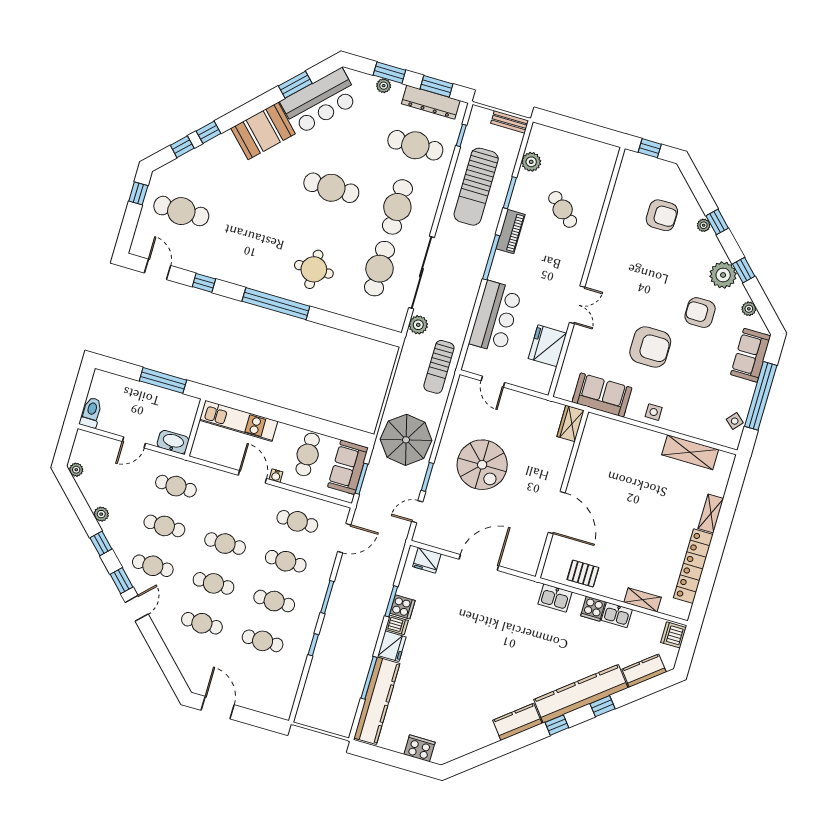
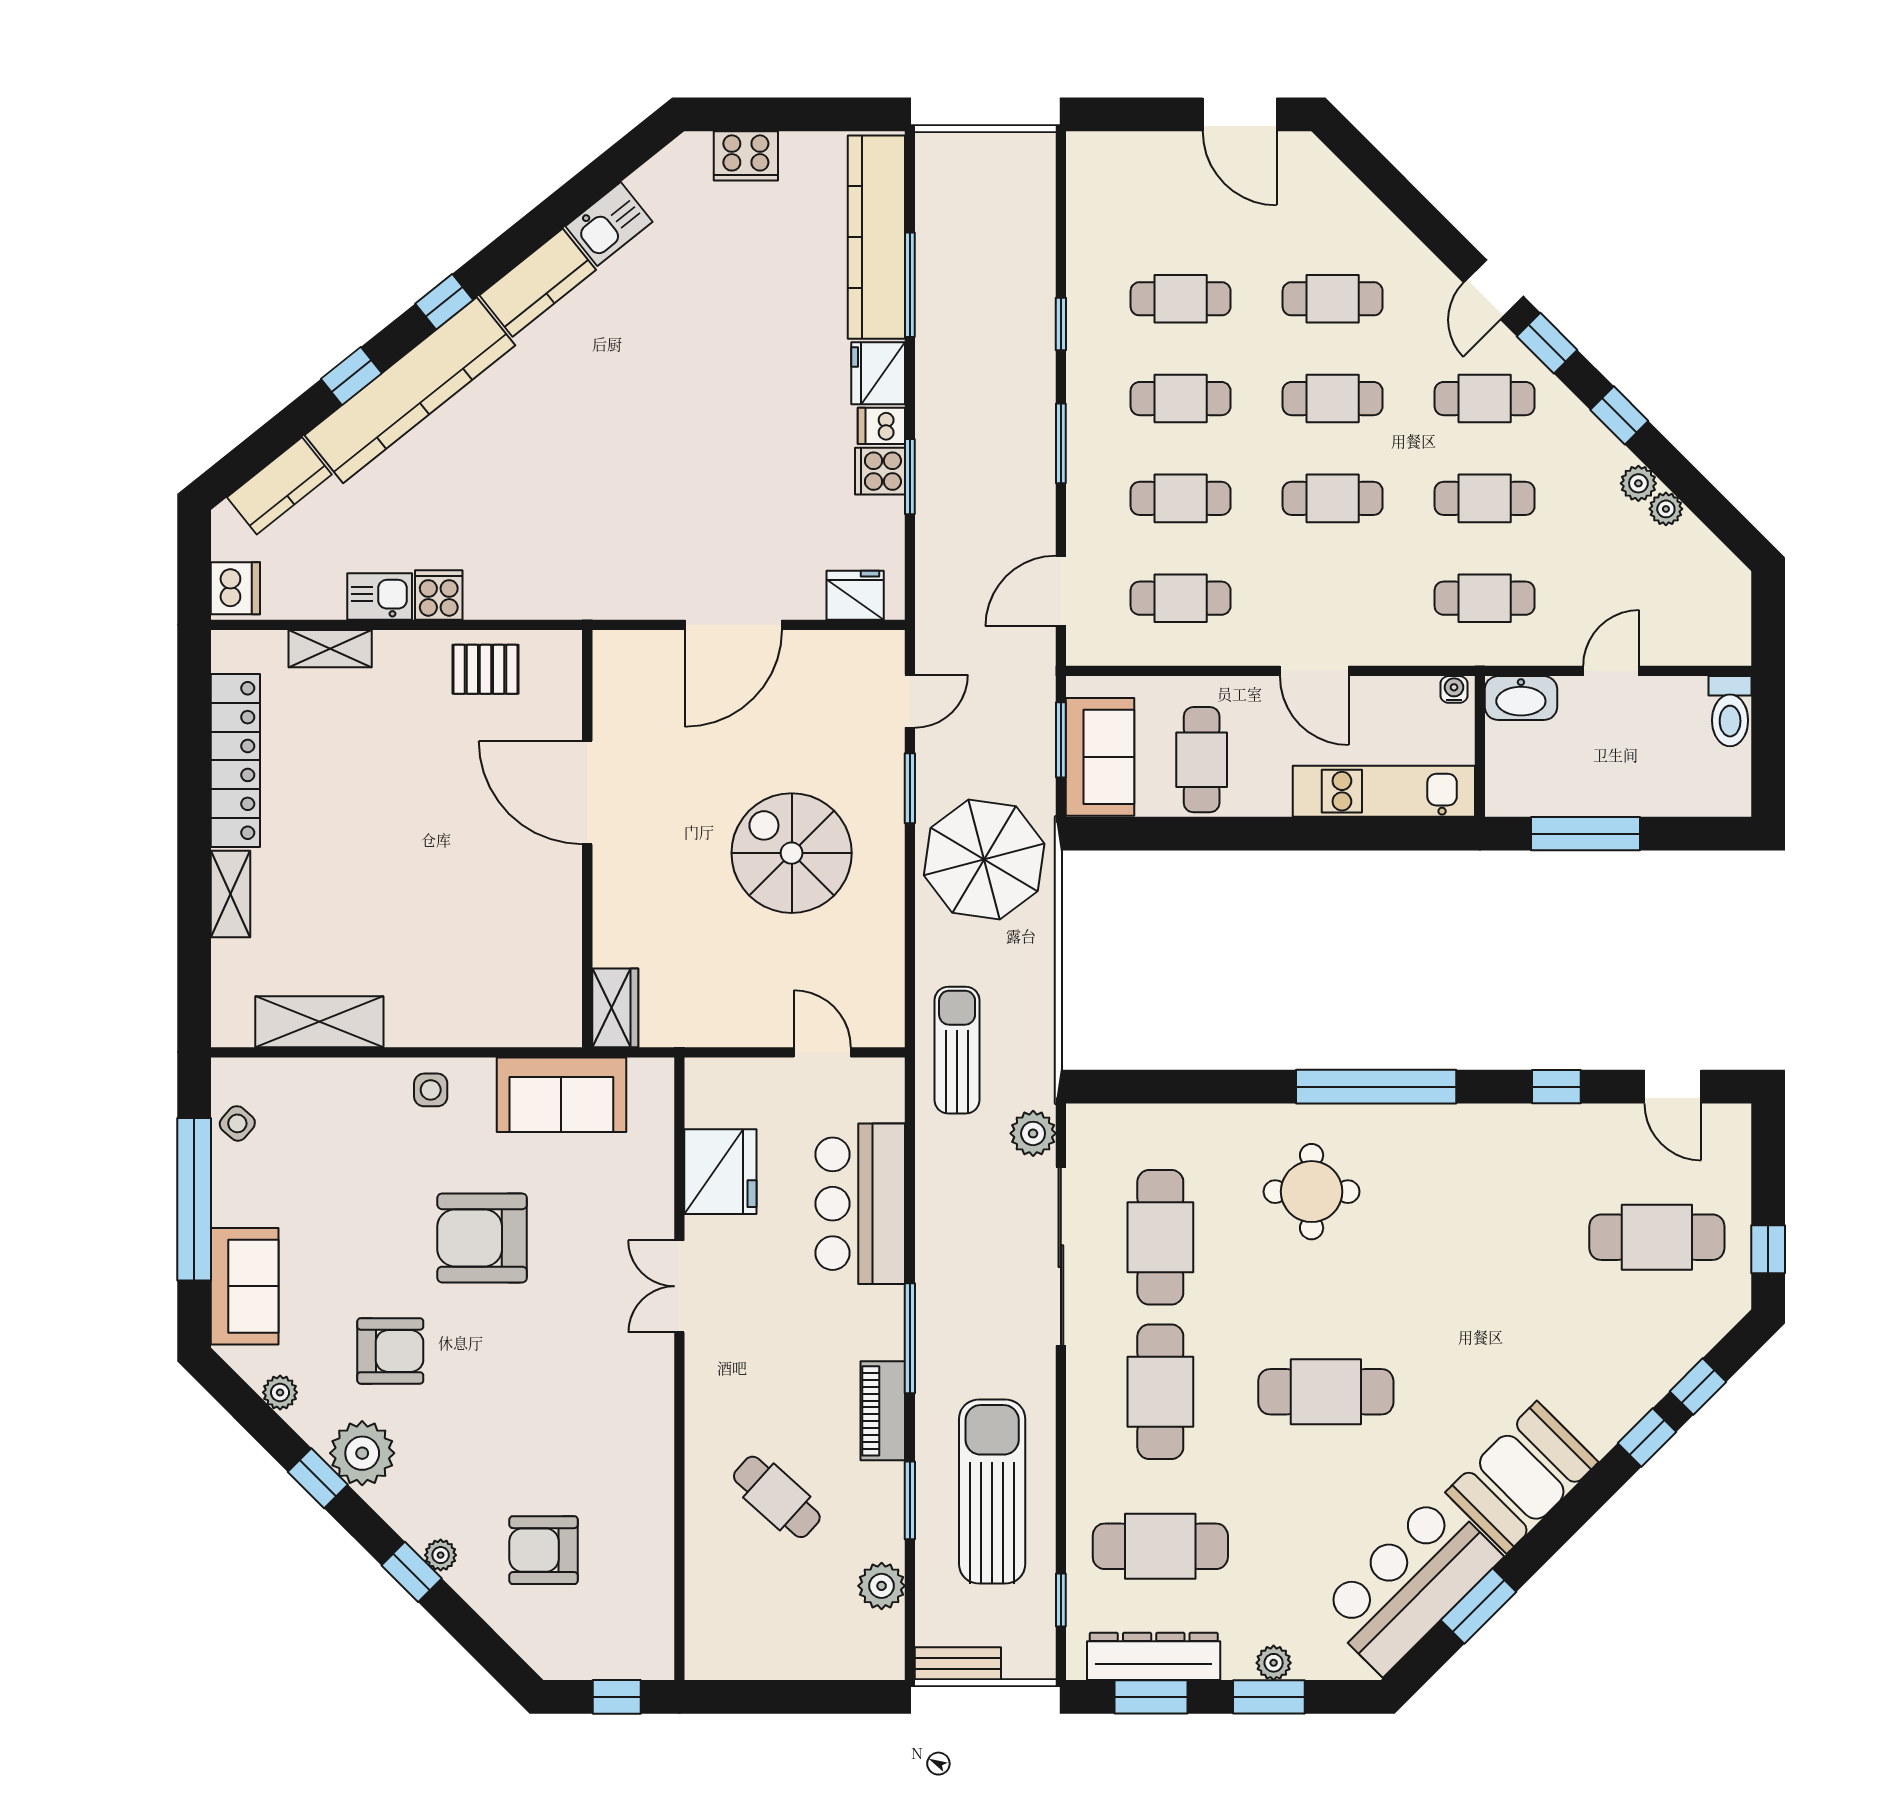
plant: (76, 470) -> (1666, 509), moved
water cooler: (276, 476) -> (1454, 689), moved
kitchen sink: (555, 598) -> (609, 224), moved, turned 141

